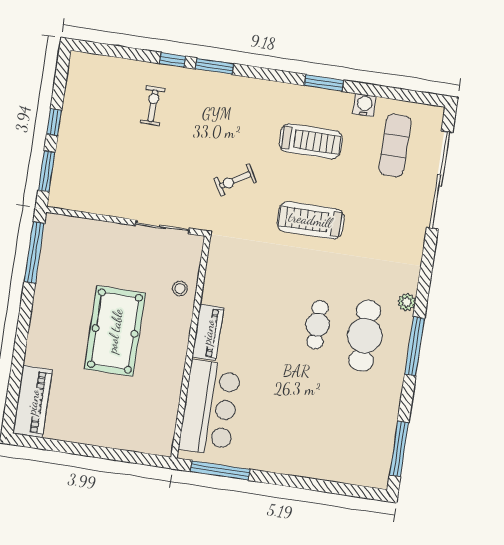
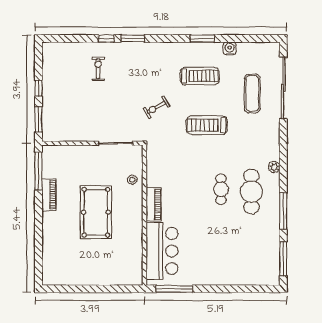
exercise mat: (395, 145) -> (252, 93), moved
window: (415, 346) -> (283, 211), moved
piano: (33, 402) -> (49, 195), moved, width x0.73, depth x0.75

